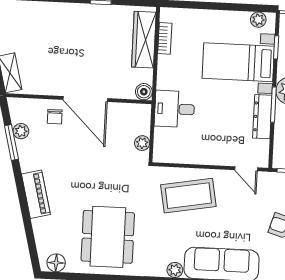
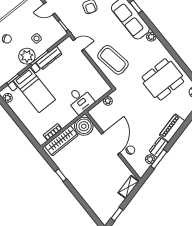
boiler: (144, 92) -> (84, 126), width x1.86, depth x1.86
dresser: (27, 155) -> (159, 147), added
door: (246, 169) -> (78, 45), hinge flipped

